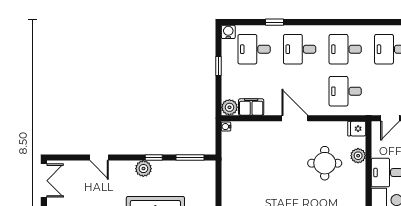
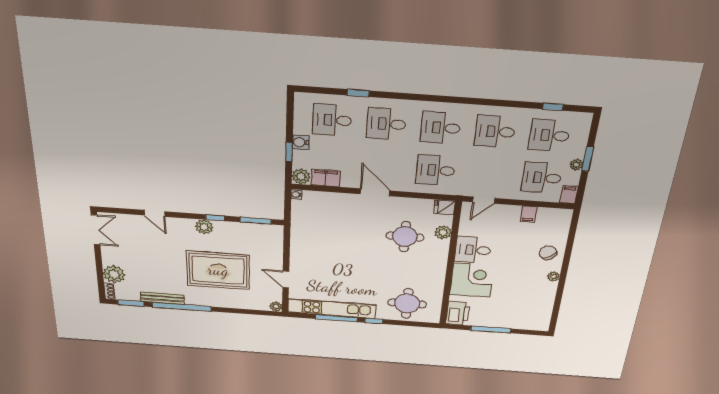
water cooler: (228, 32) -> (301, 142), moved, turned -90
window: (219, 66) -> (289, 152), moved

